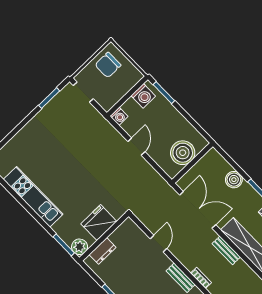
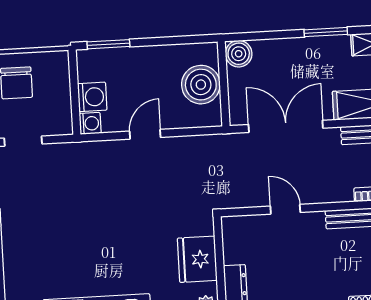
washing machine: (143, 96) -> (92, 97), moved
door: (136, 147) -> (145, 134), hinge flipped
boiler: (234, 180) -> (239, 54), moved

